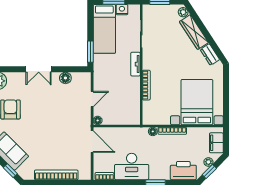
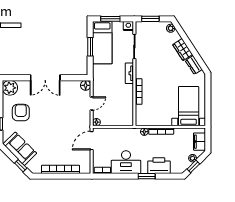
nightstand: (122, 10) -> (128, 26), moved
wardrobe: (194, 32) -> (183, 50), width x0.67
window: (90, 52) -> (90, 47), moved
double door: (39, 69) -> (45, 78), width x1.37
floor lamp: (65, 78) -> (86, 85), moved
bed with nightstands: (197, 102) -> (189, 106), width x0.73
door: (92, 142) -> (92, 141), swing flipped
printer: (183, 171) -> (159, 166), moved

